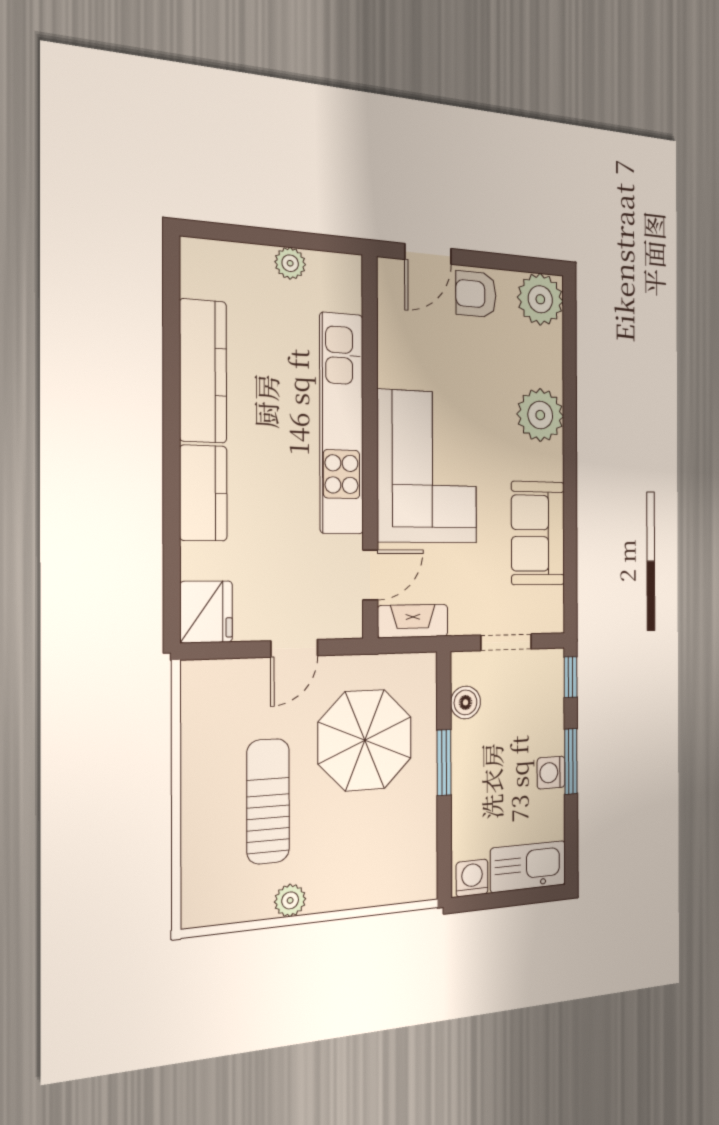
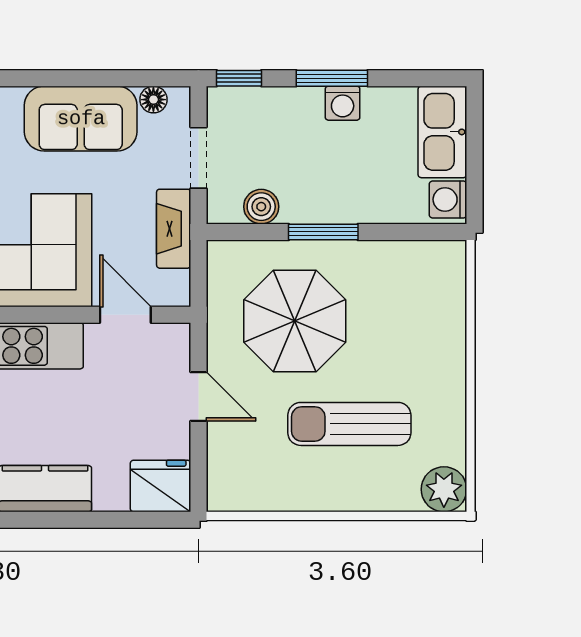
floor lamp: (553, 600) -> (153, 100), added
fireplace: (413, 621) -> (174, 229), moved
plant: (290, 900) -> (444, 489), moved, width x1.38, depth x1.38

